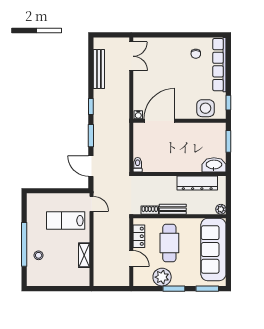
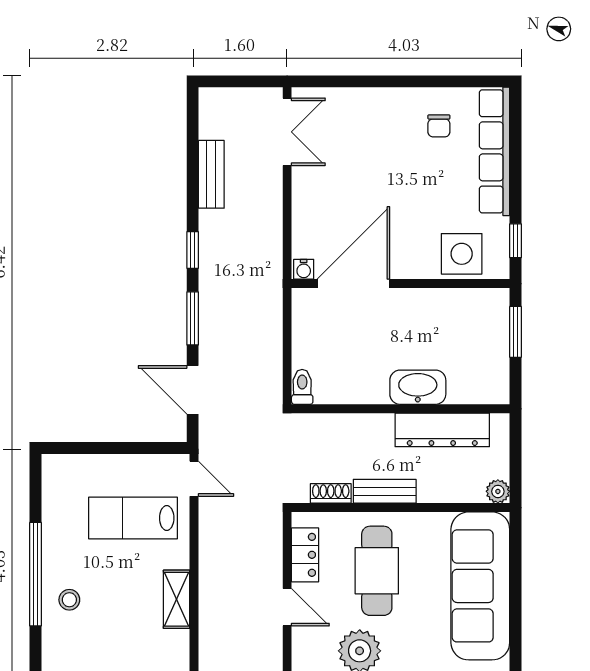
bench: (99, 69) -> (211, 174), width x0.73
washbasin: (214, 165) -> (418, 387), moved

